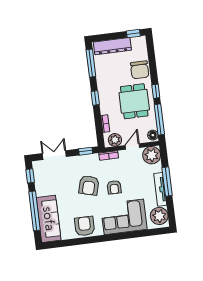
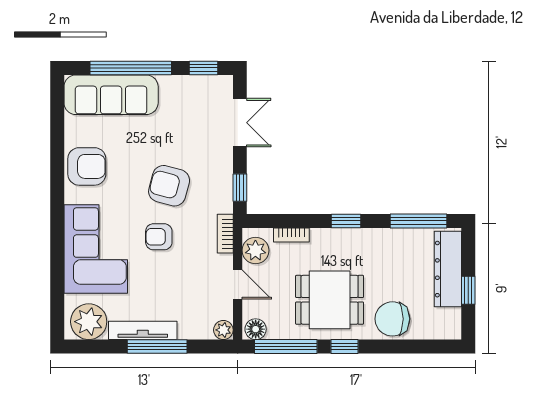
window: (133, 34) -> (468, 290), moved
plant: (152, 155) -> (223, 330), width x0.53, depth x0.53

